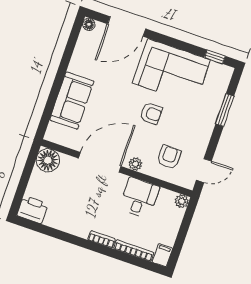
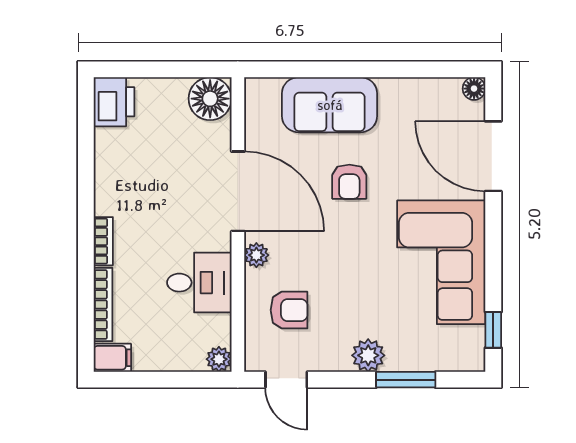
armchair: (151, 113) -> (349, 182), moved
plant: (206, 125) -> (368, 355), added

